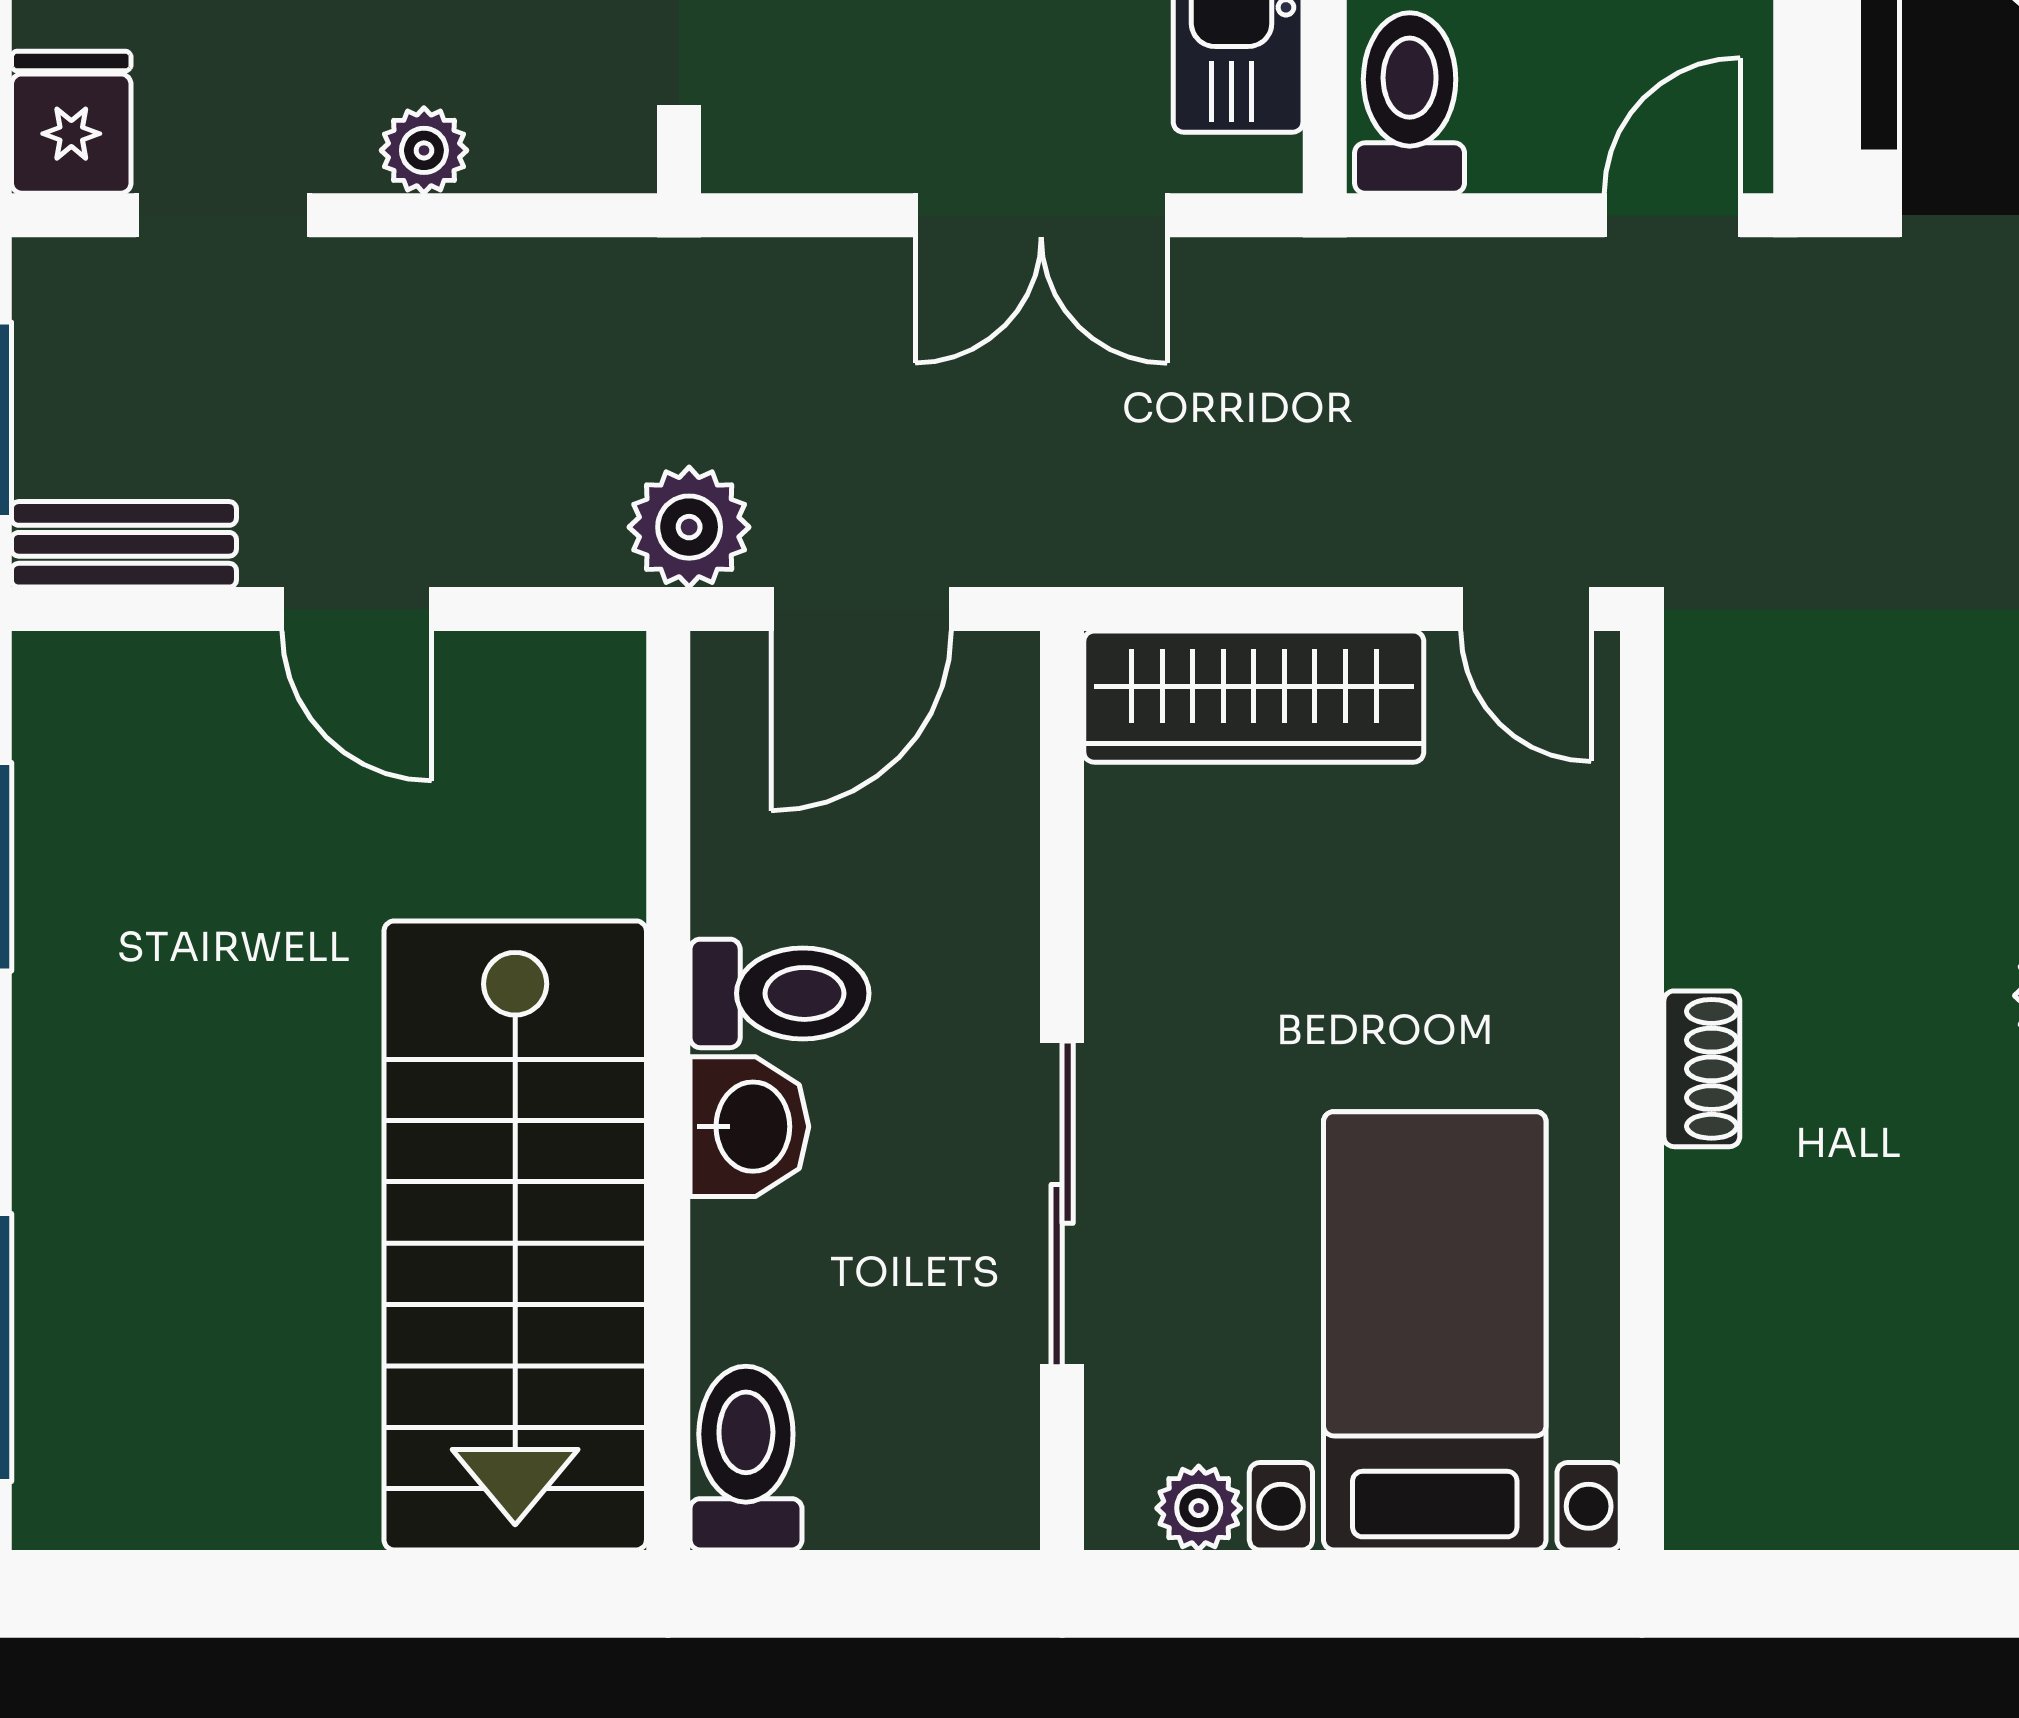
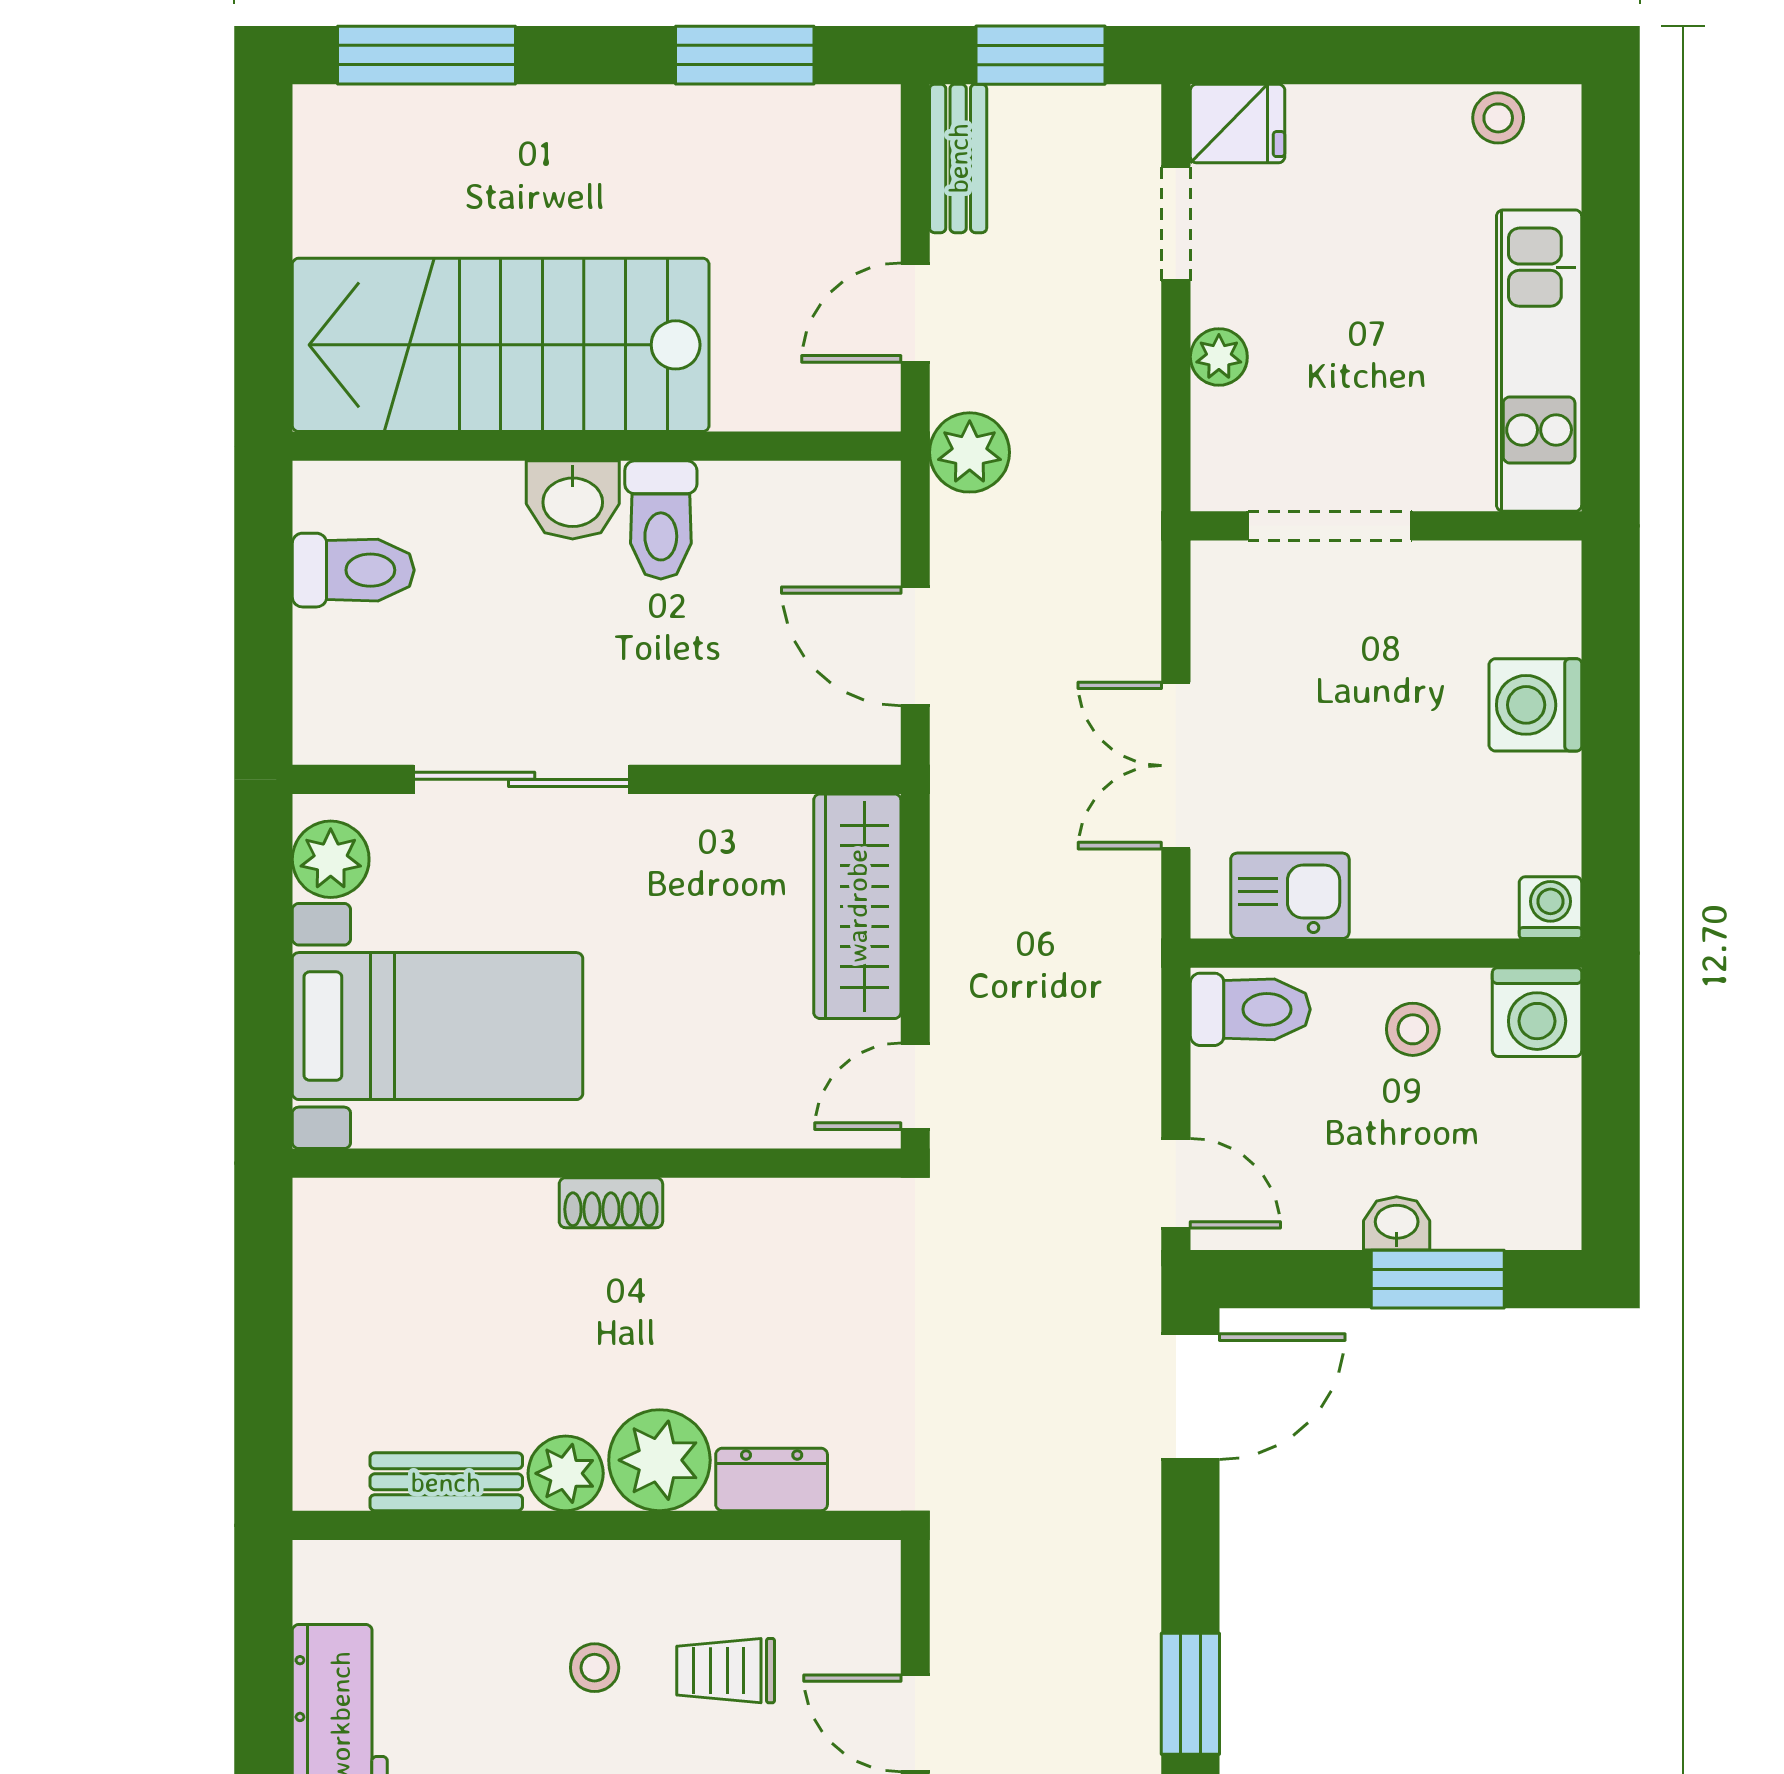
plant: (689, 527) -> (970, 452), moved
toilet: (779, 993) -> (661, 520), moved
wall: (668, 1091) -> (597, 446), moved
washbasin: (749, 1127) -> (573, 500), moved
stairs: (515, 1235) -> (501, 345), moved
plant: (1199, 1508) -> (331, 859), width x1.38, depth x1.38

